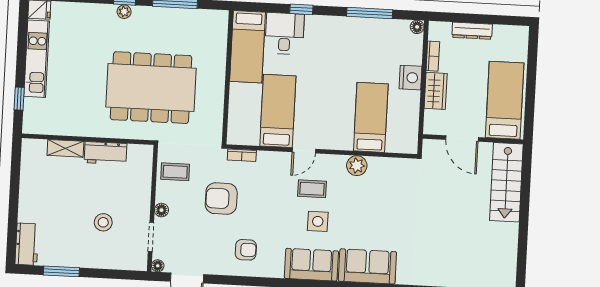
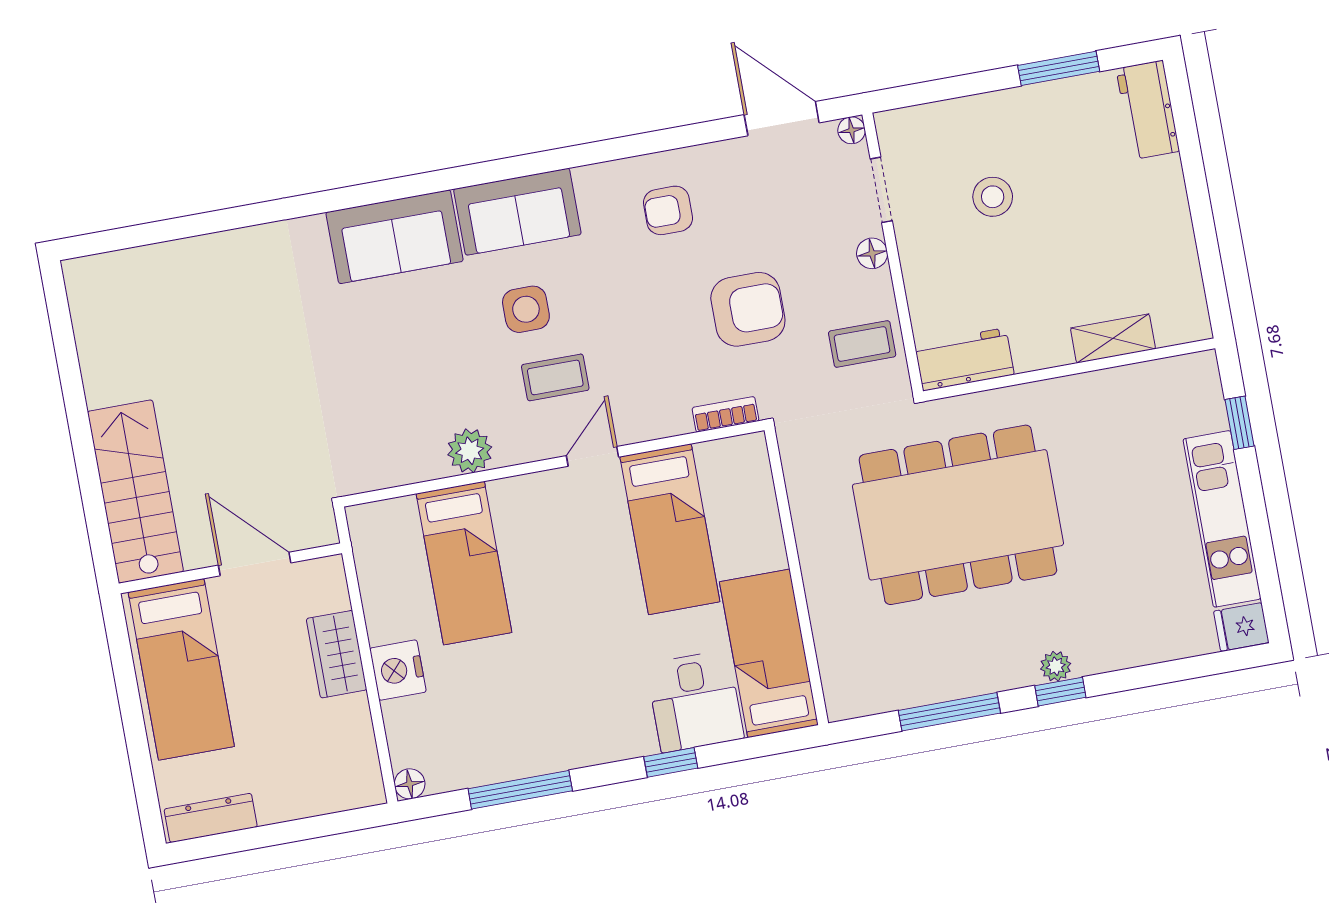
dresser: (472, 31) -> (211, 818), moved
bookcase: (433, 56) -> (360, 728), removed
workbench: (105, 153) -> (964, 359), moved

